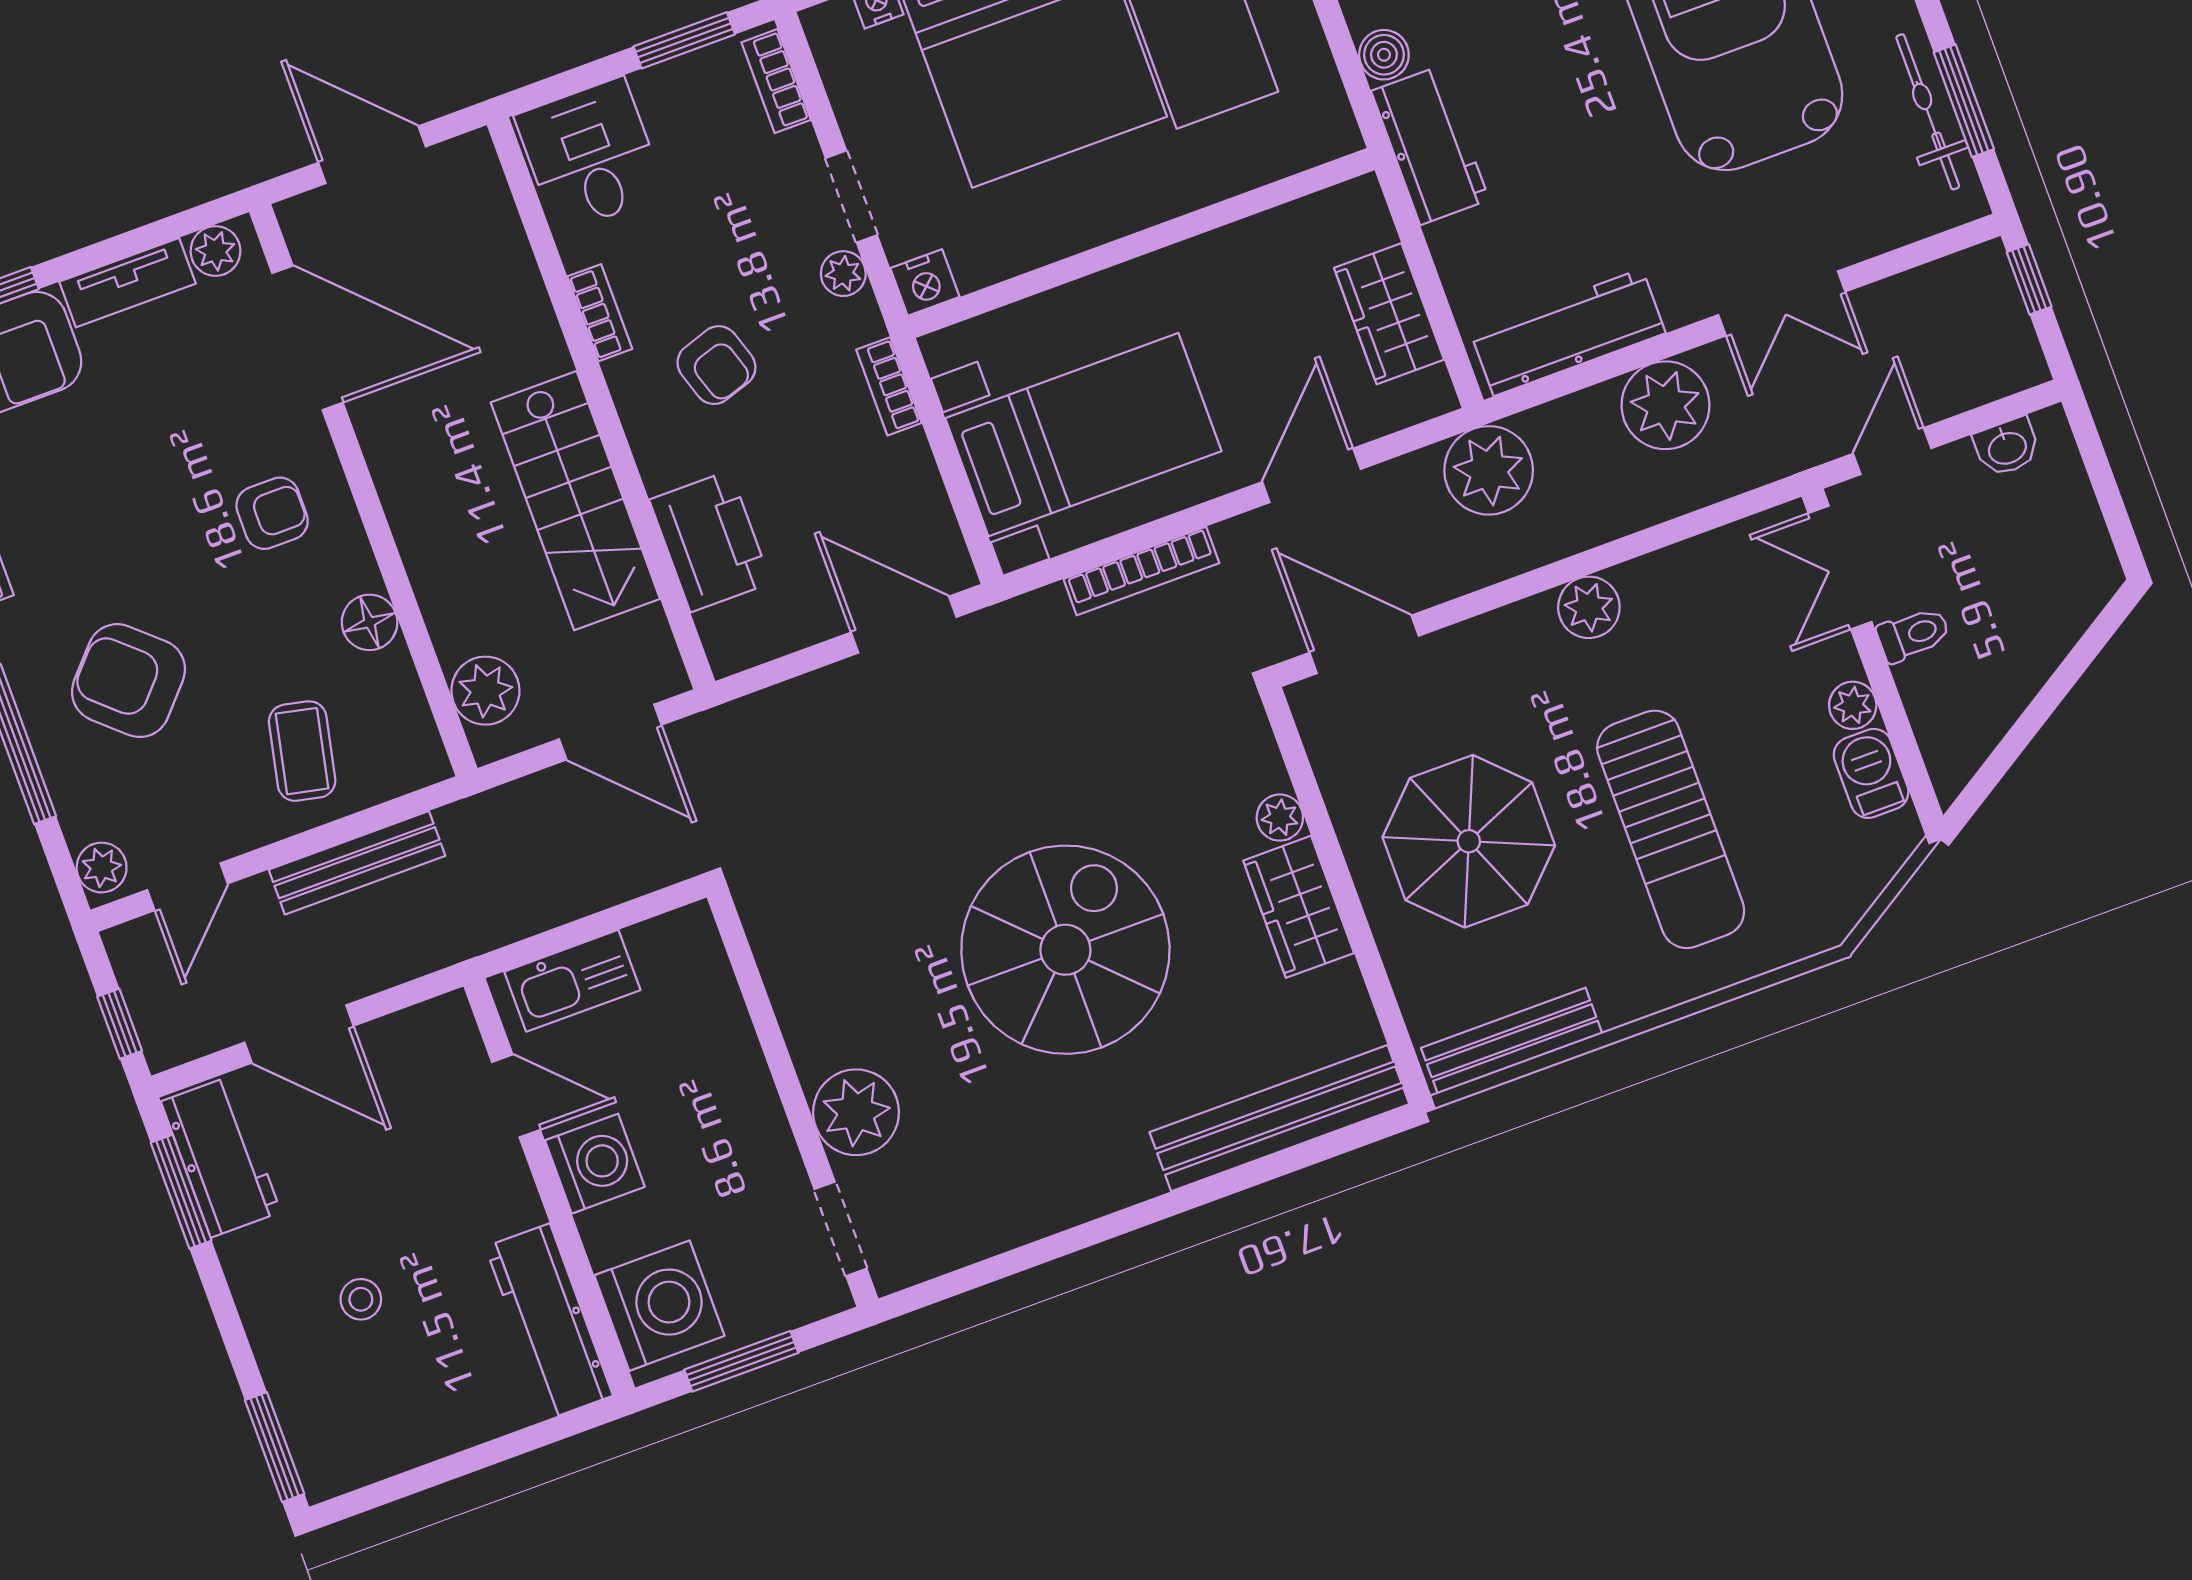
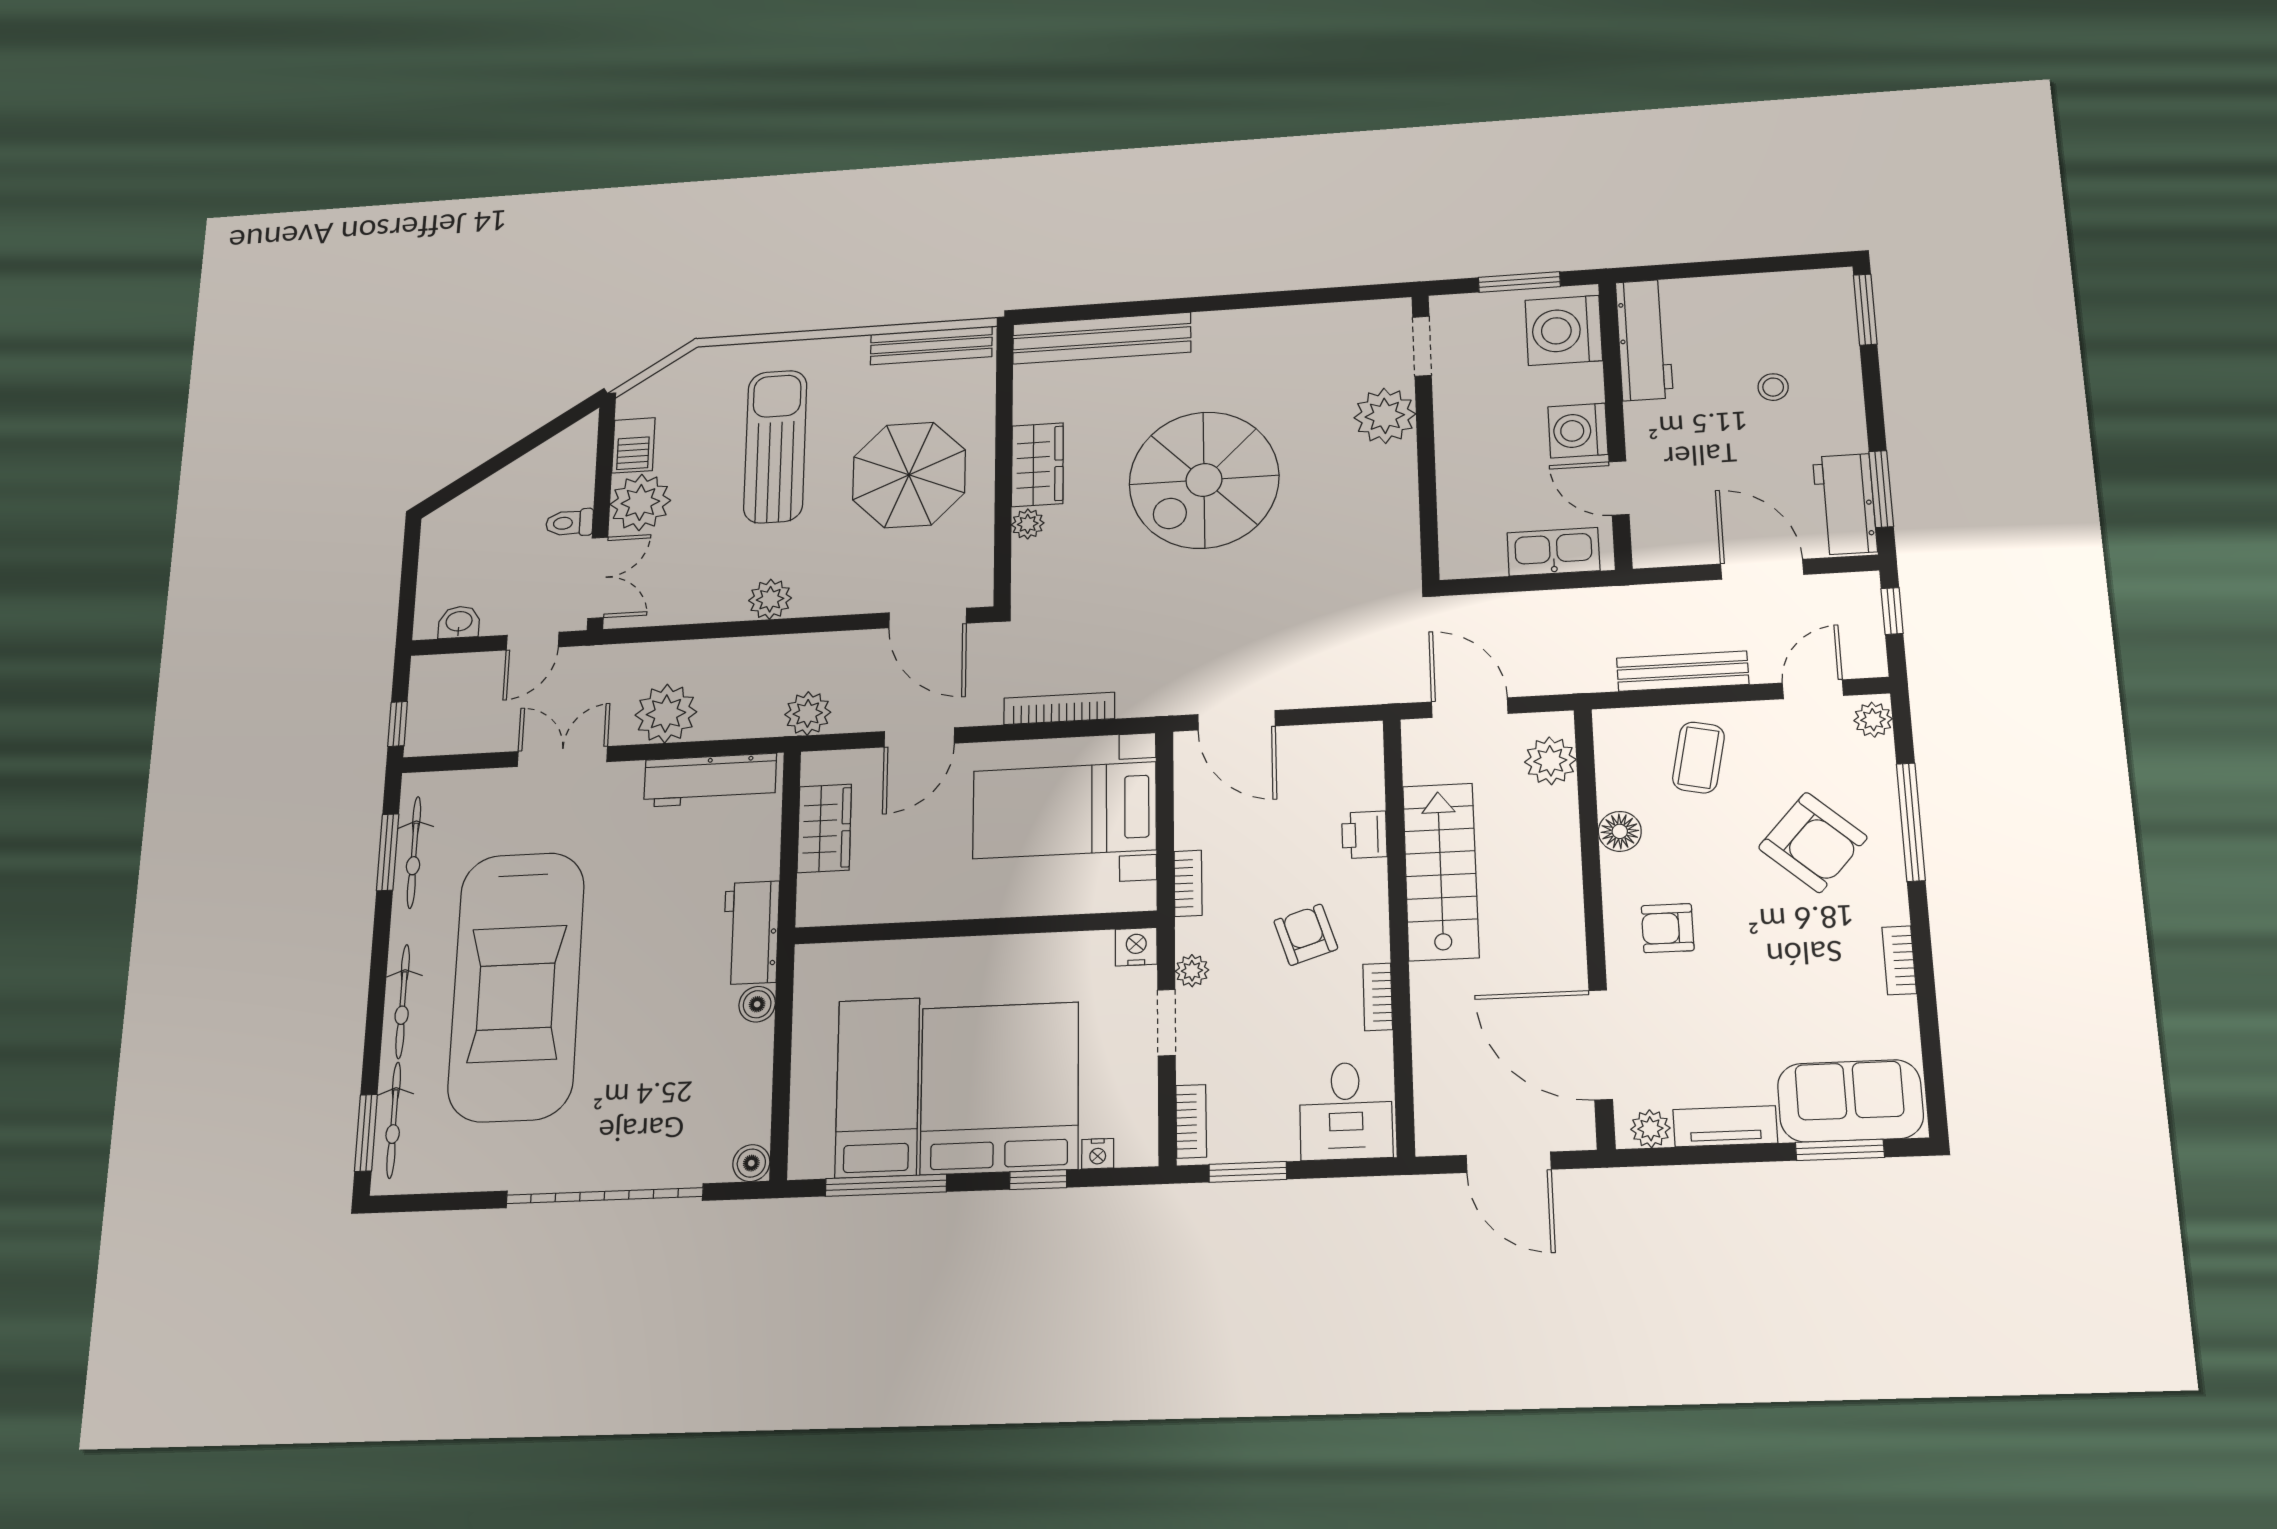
plant: (1489, 470) -> (808, 713), width x0.73, depth x0.73
printer: (710, 541) -> (1364, 835), width x0.53, depth x0.68
plant: (1853, 705) -> (640, 502), width x1.88, depth x1.88

